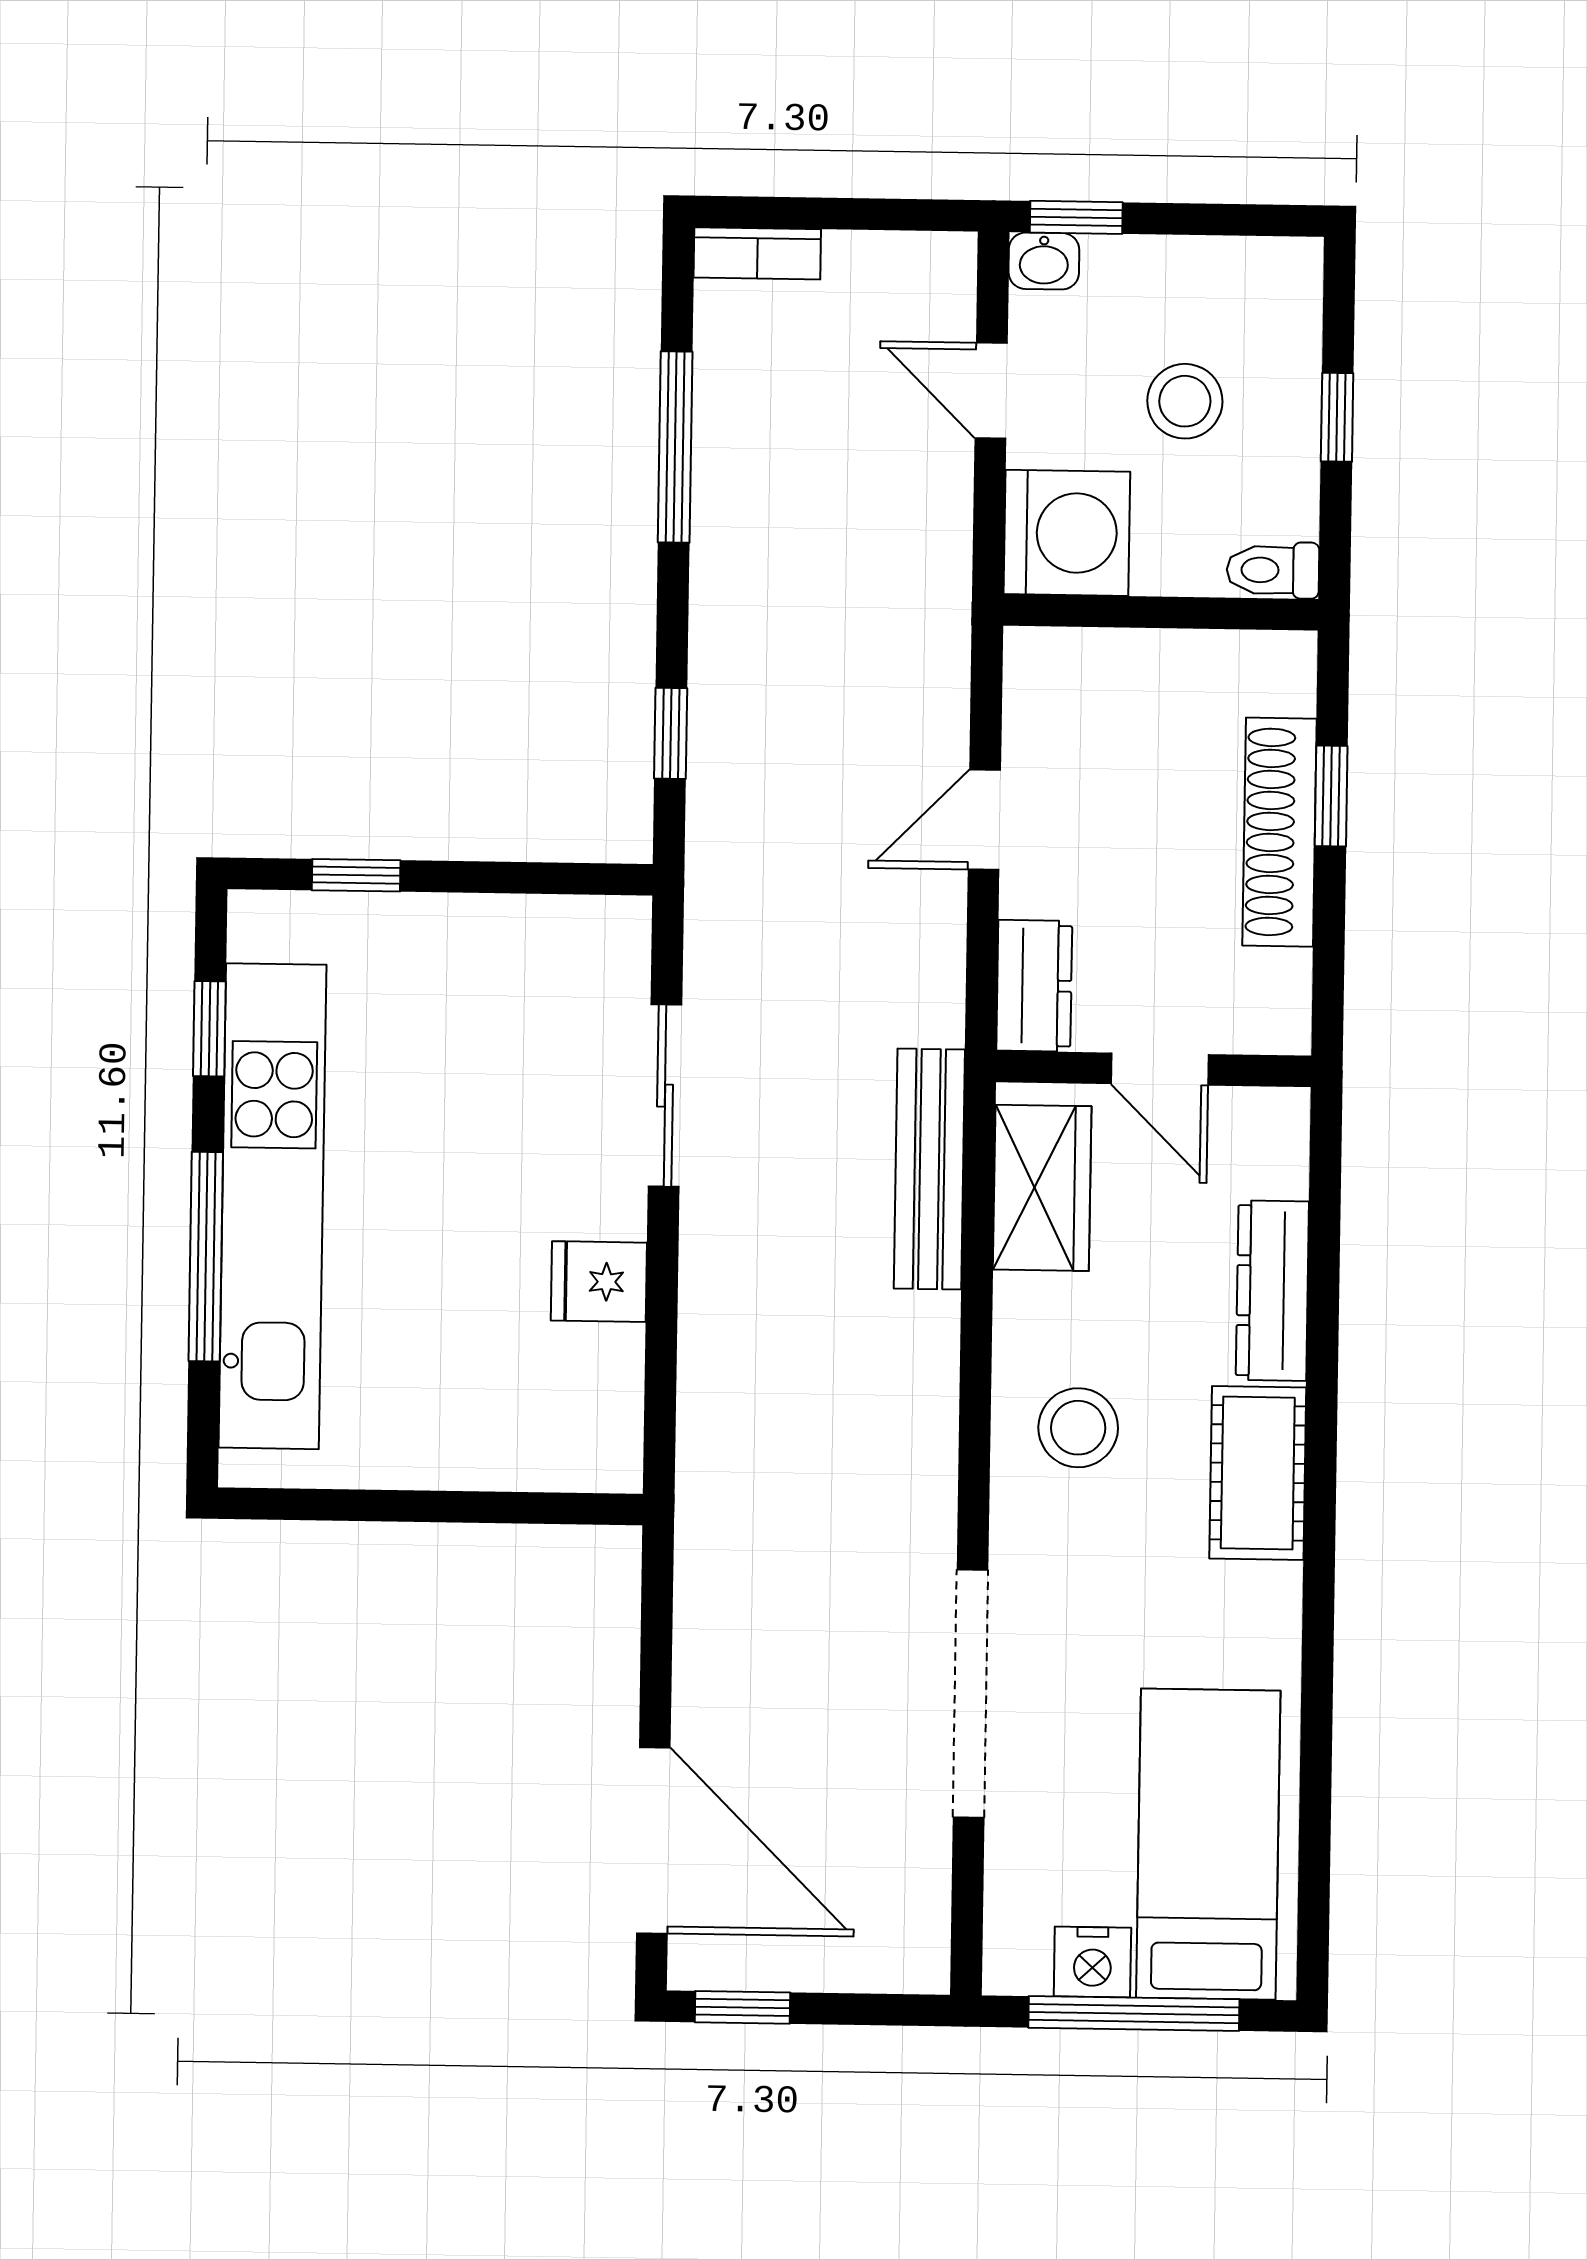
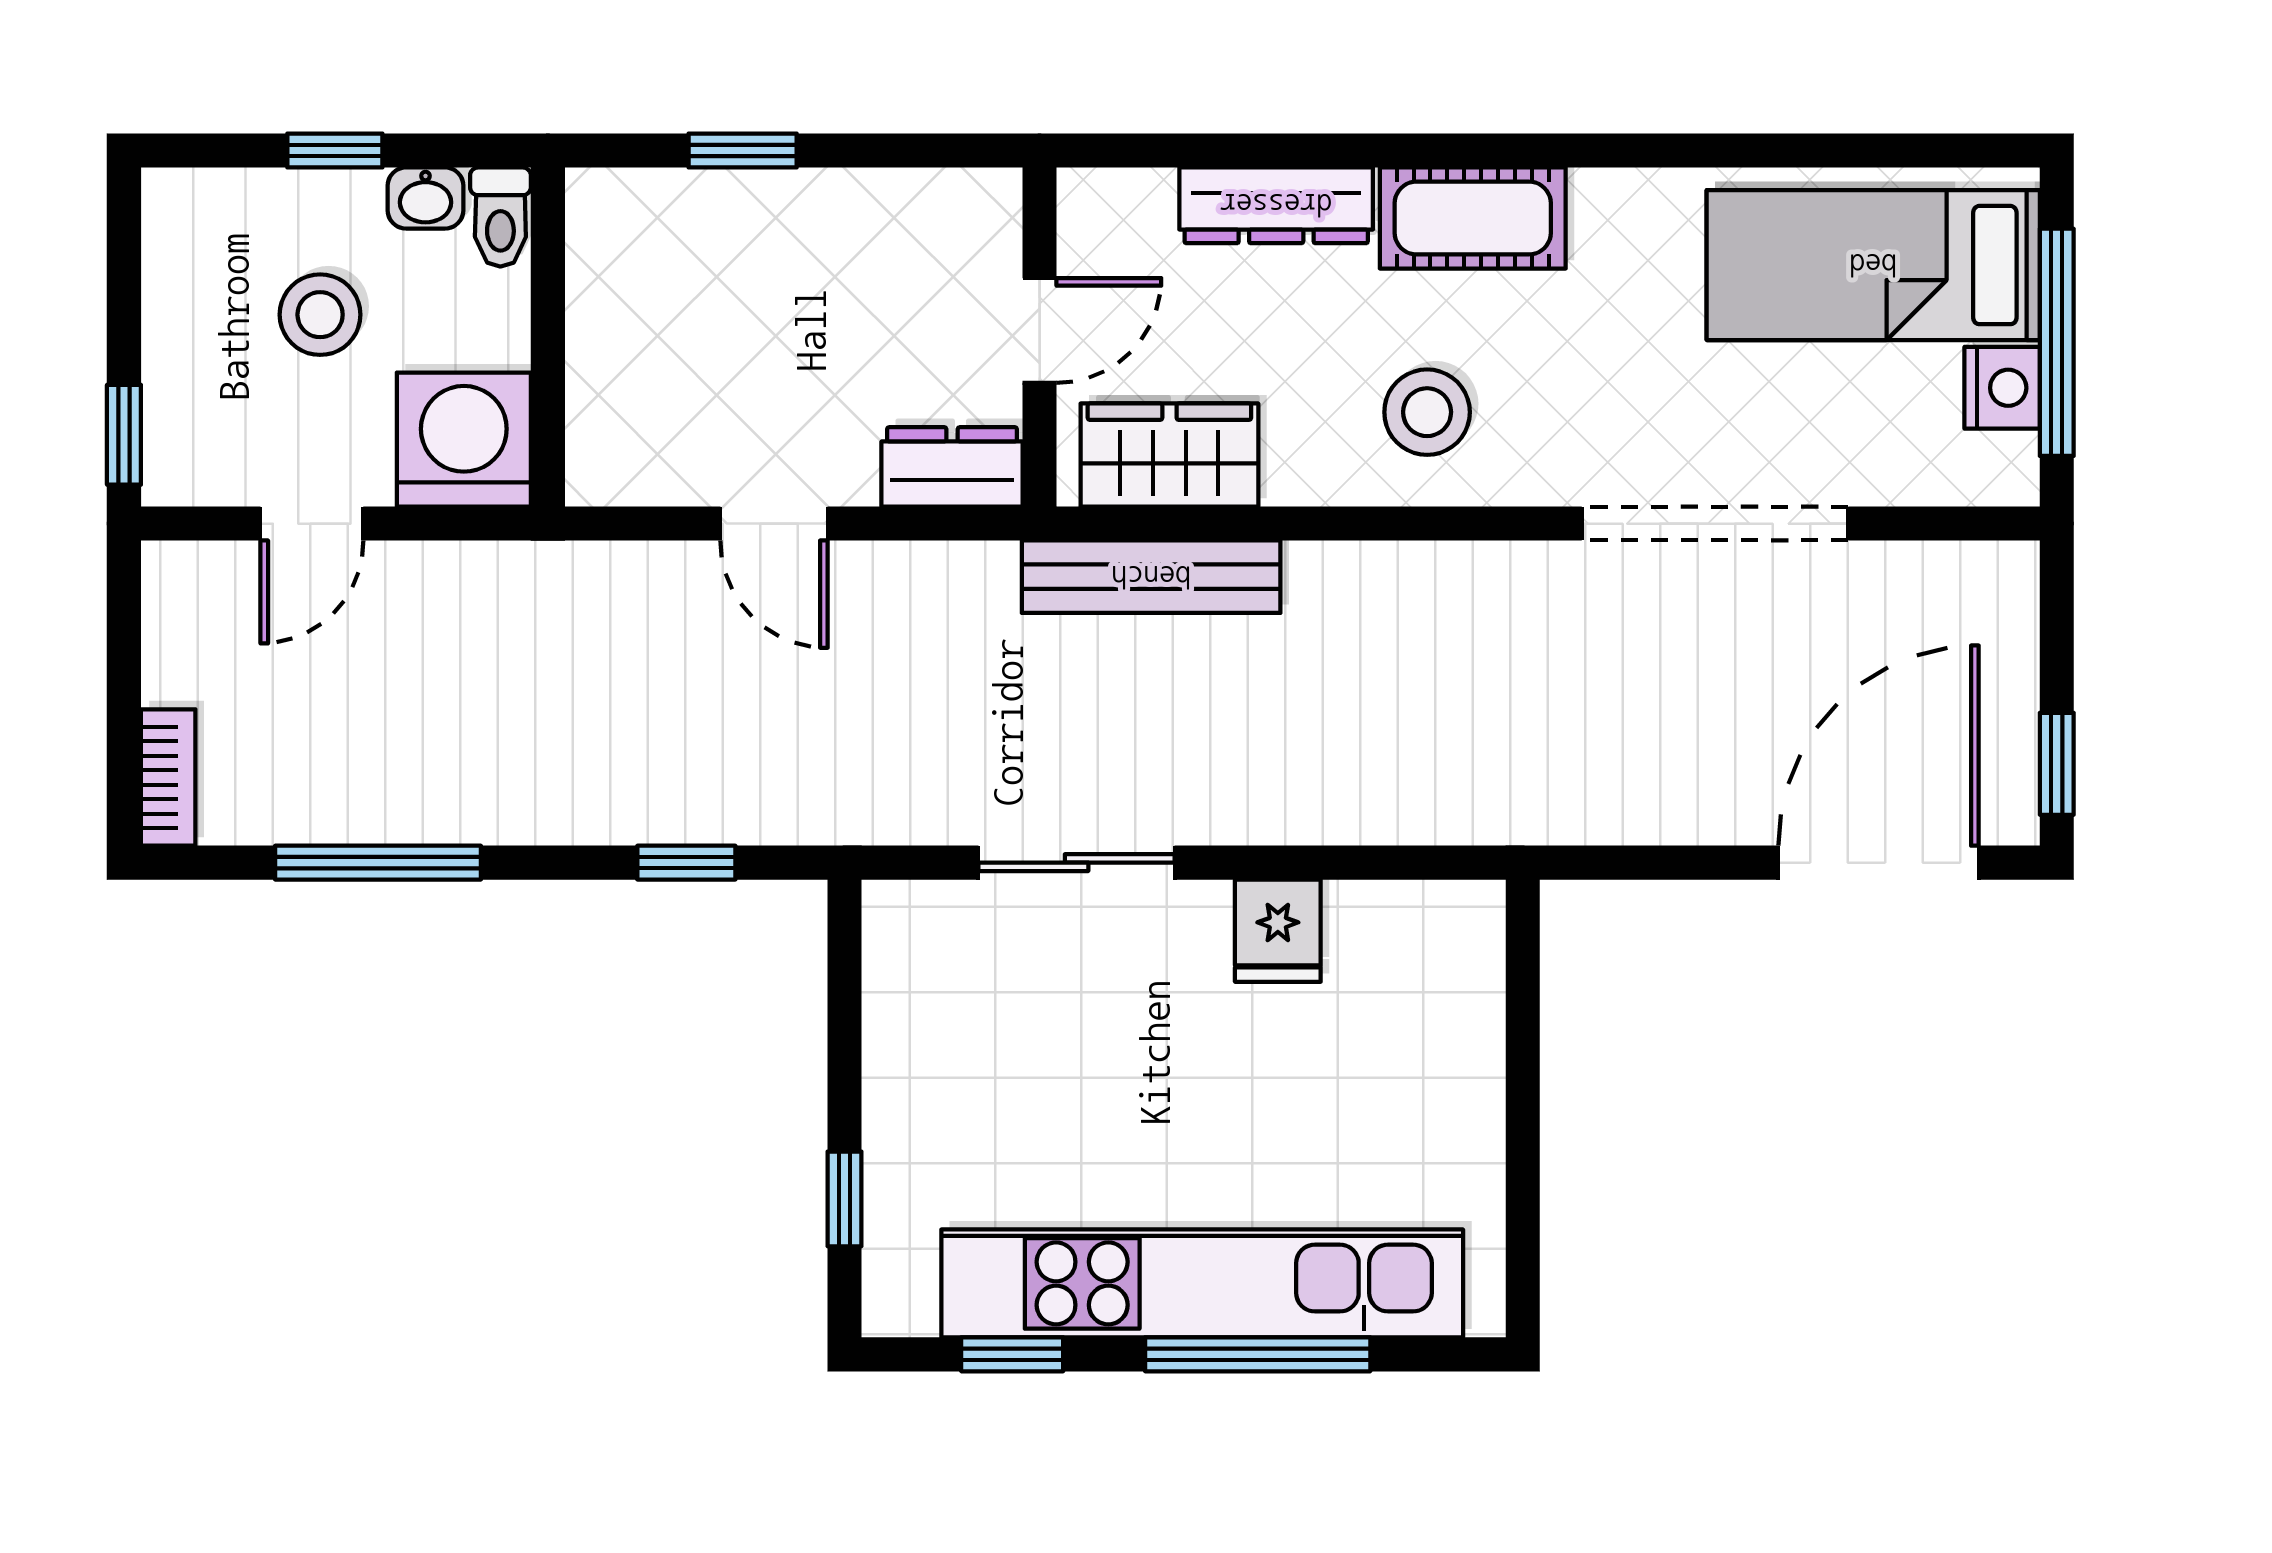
washbasin: (1044, 261) -> (425, 198), moved, turned 90
shoe rack: (1280, 832) -> (782, 205), removed

